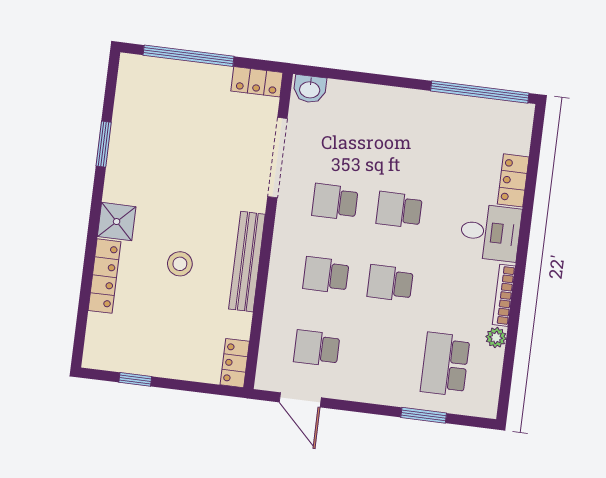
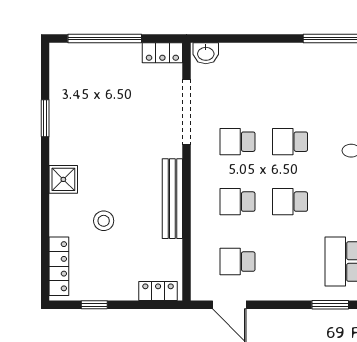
stool: (180, 264) -> (104, 221), moved
locker: (104, 276) -> (59, 266), moved
locker: (235, 363) -> (158, 291), moved, turned 90

